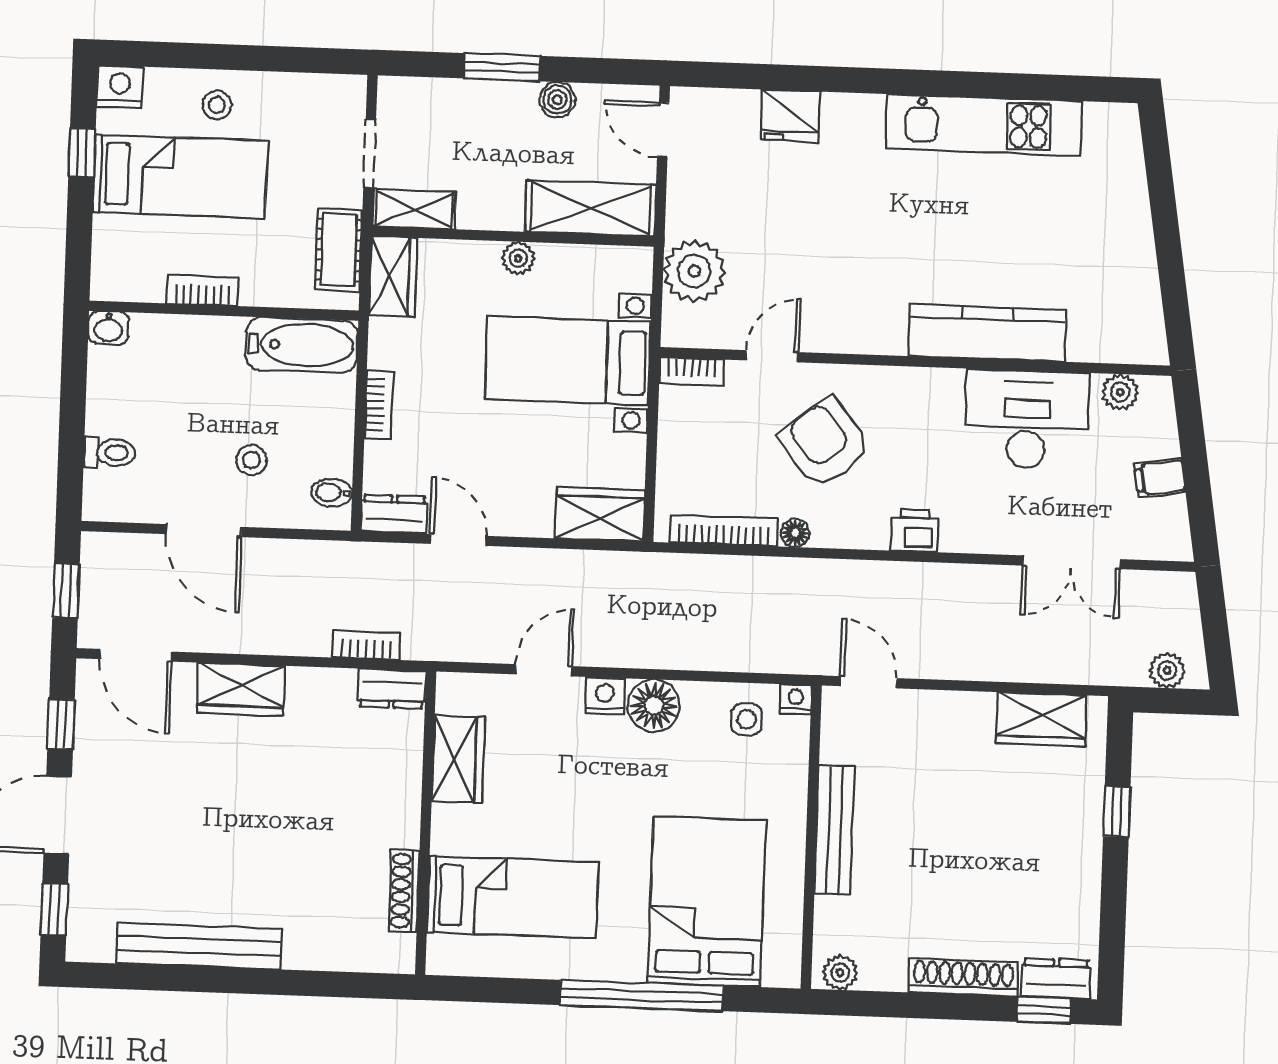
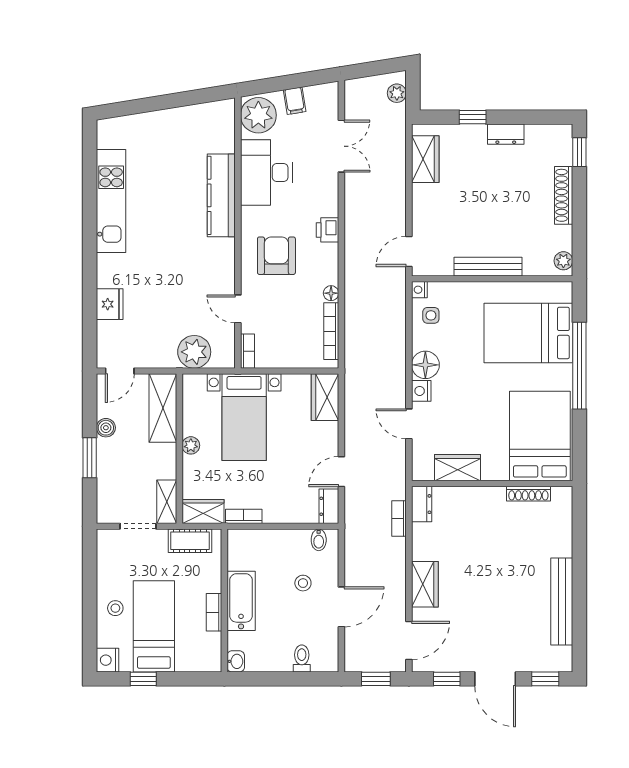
bathtub: (302, 345) -> (241, 601), moved
plant: (1120, 392) -> (258, 115), width x1.87, depth x1.87
bookcase: (379, 405) -> (244, 516), moved
armchair: (825, 443) -> (276, 256), moved, turned 129
bed: (513, 897) -> (540, 436), width x1.50
dresser: (1056, 979) -> (506, 134), moved, turned -90

